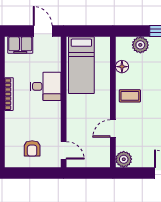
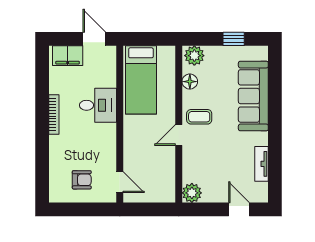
plant: (140, 45) -> (194, 56), moved
door: (113, 129) -> (179, 135), moved
armchair: (32, 148) -> (82, 180), turned -90

